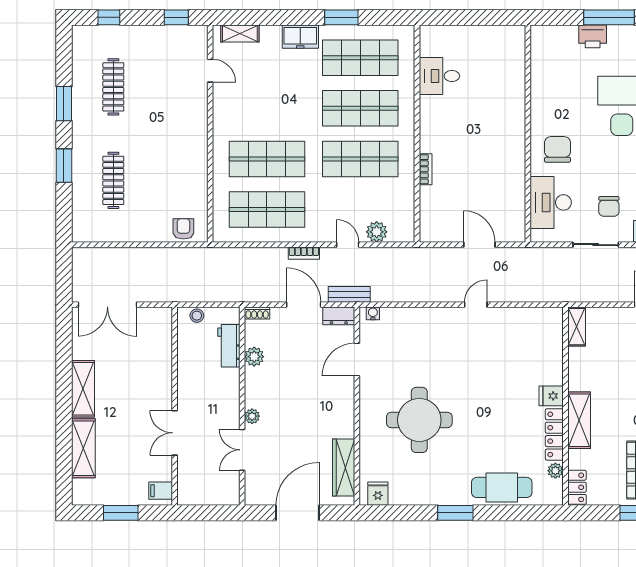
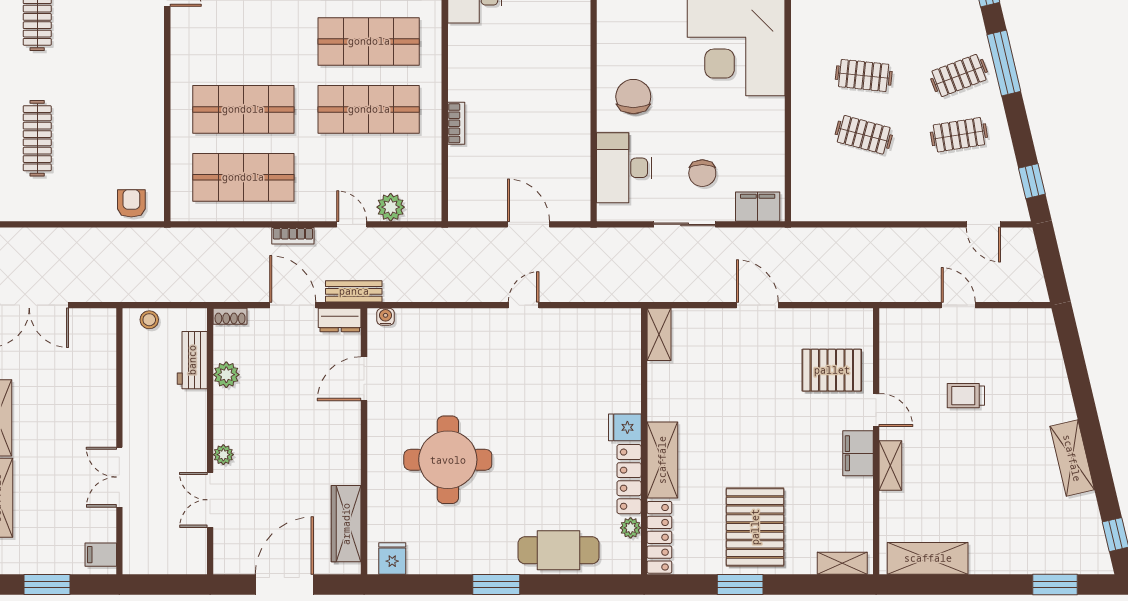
locker: (577, 487) -> (659, 537), width x1.53

